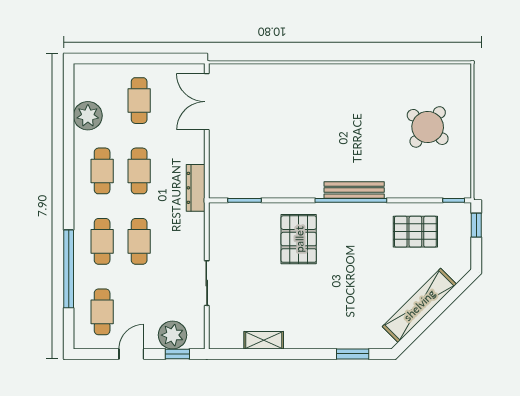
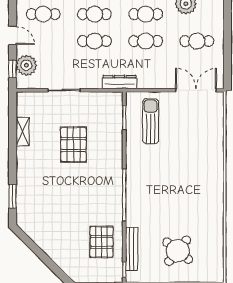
sun lounger: (249, 164) -> (151, 121), added
dresser: (196, 188) -> (119, 82), moved
bench: (354, 190) -> (132, 249), moved
pallet: (299, 239) -> (73, 145), moved, turned 90
shelving: (419, 305) -> (48, 245), removed

